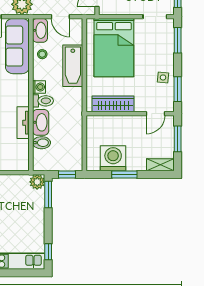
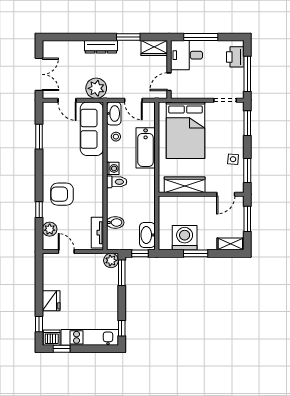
washbasin: (41, 122) -> (147, 235), moved, turned 180
tv unit: (23, 123) -> (97, 233), moved

